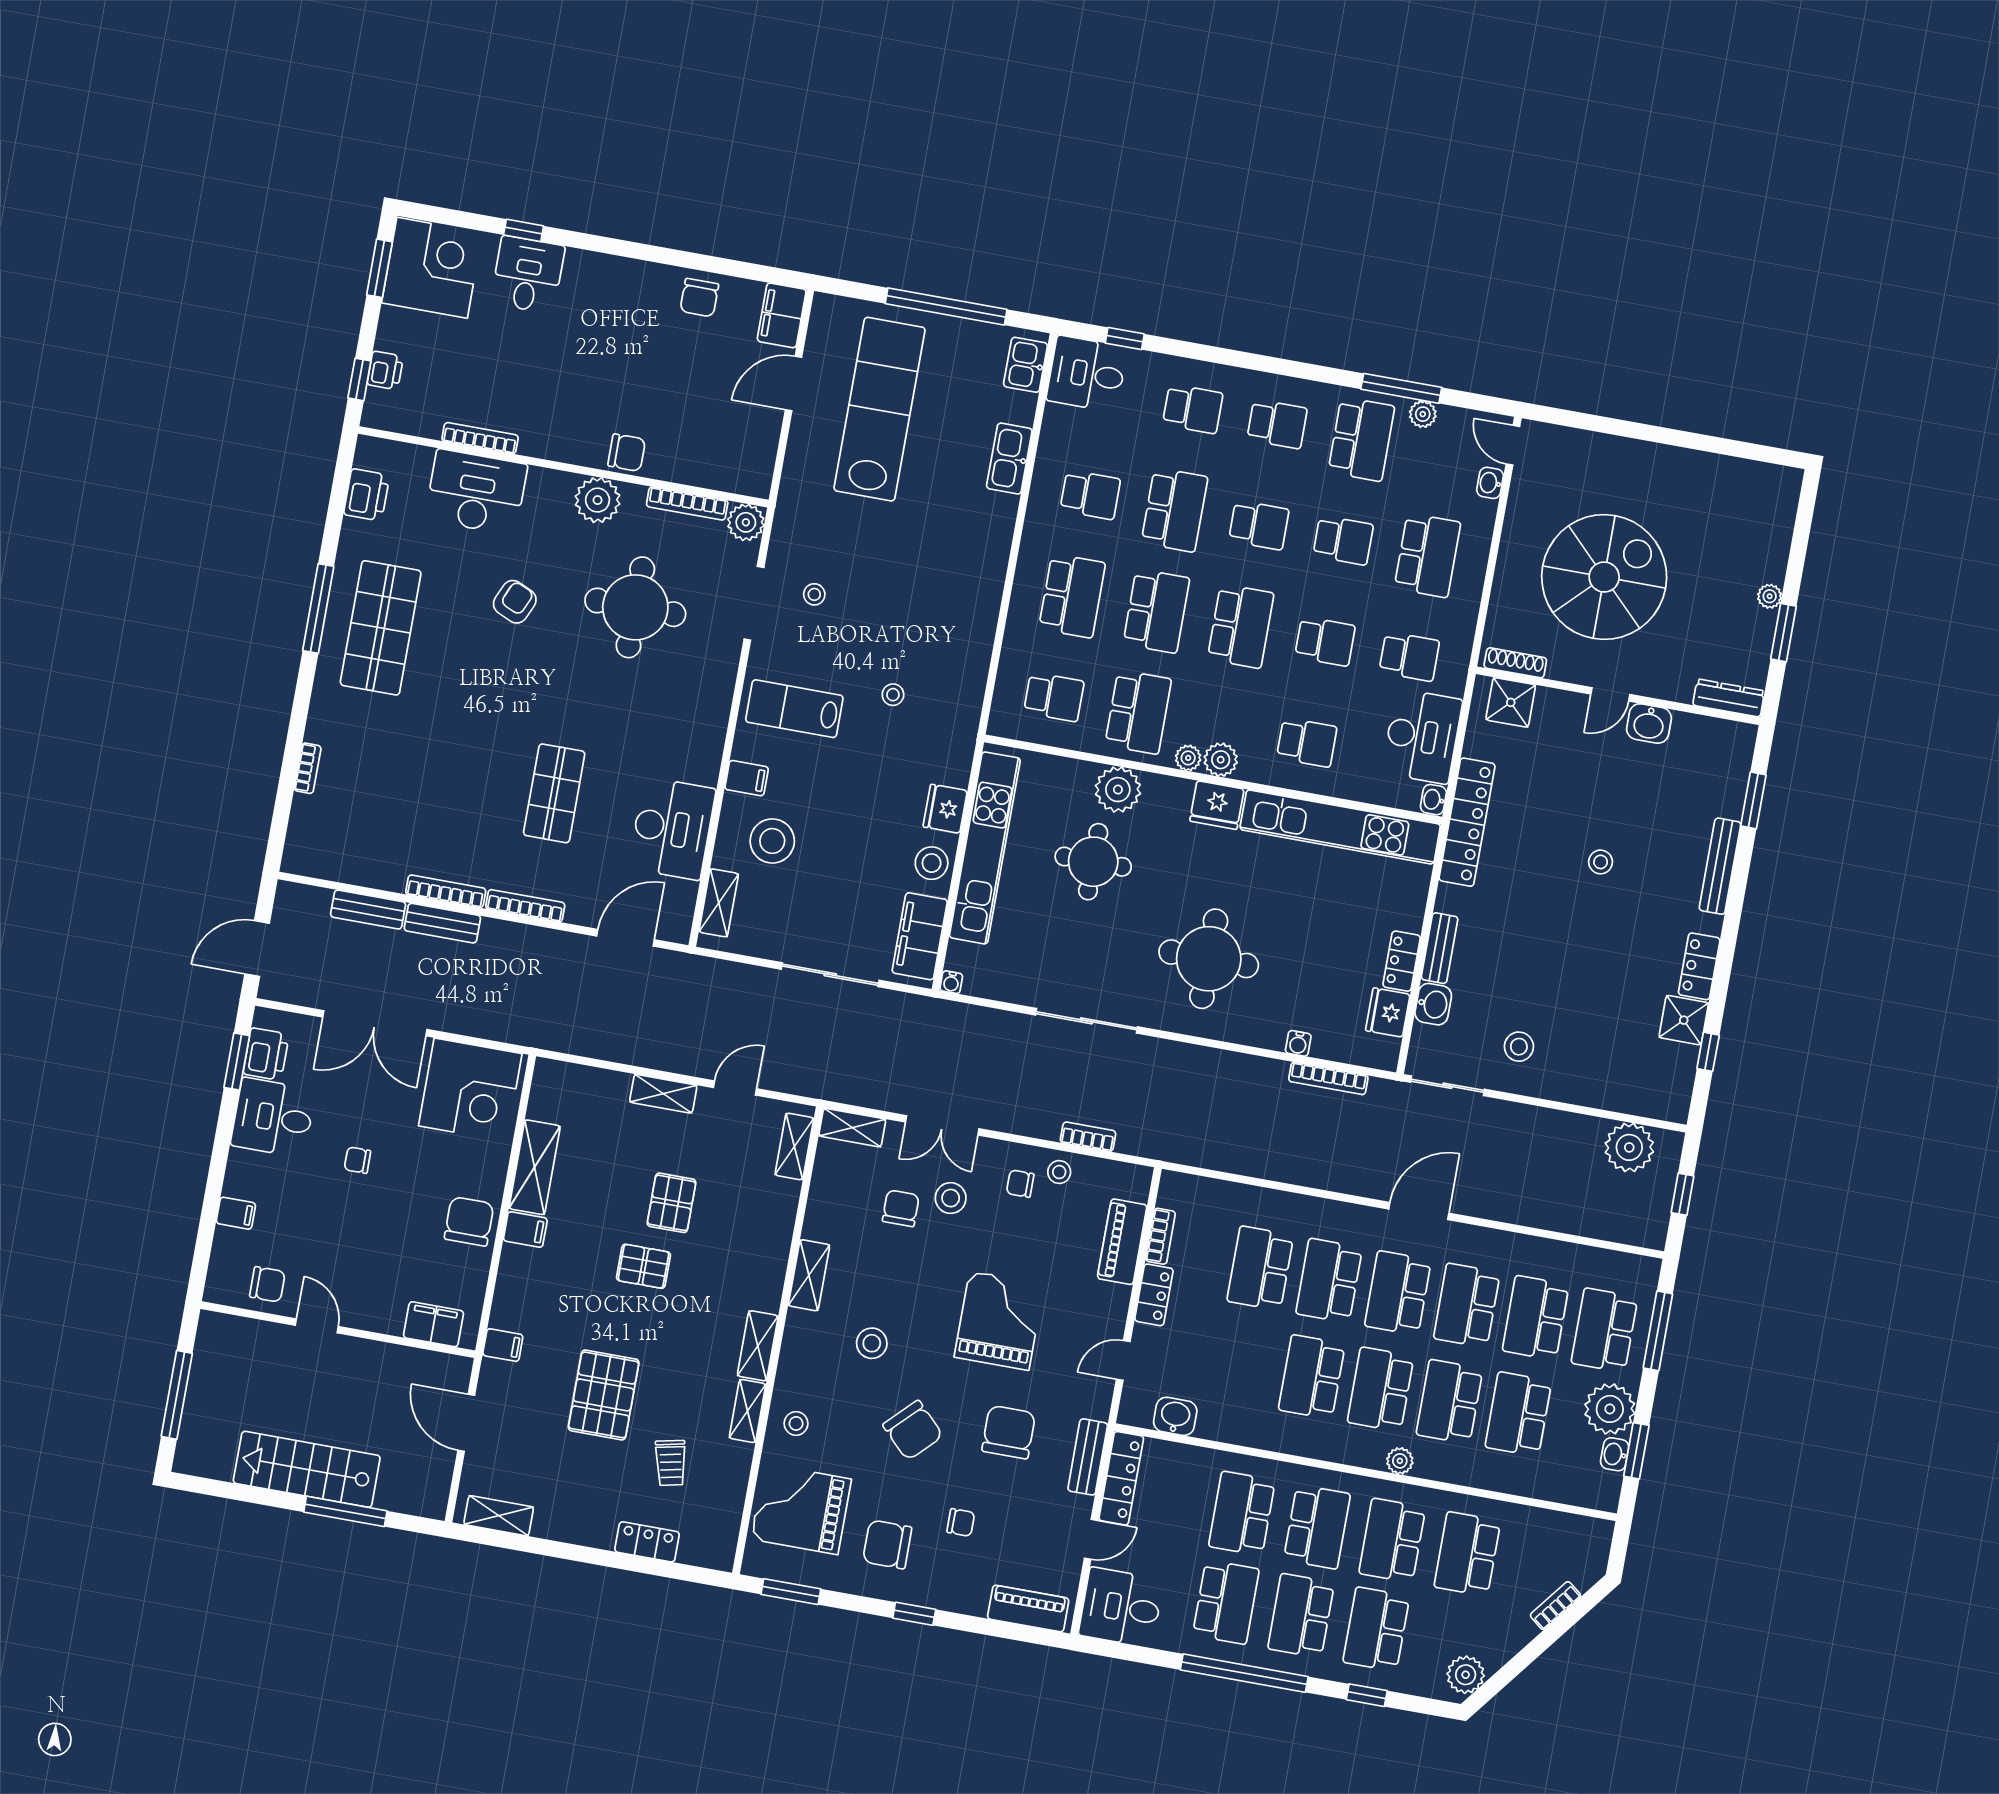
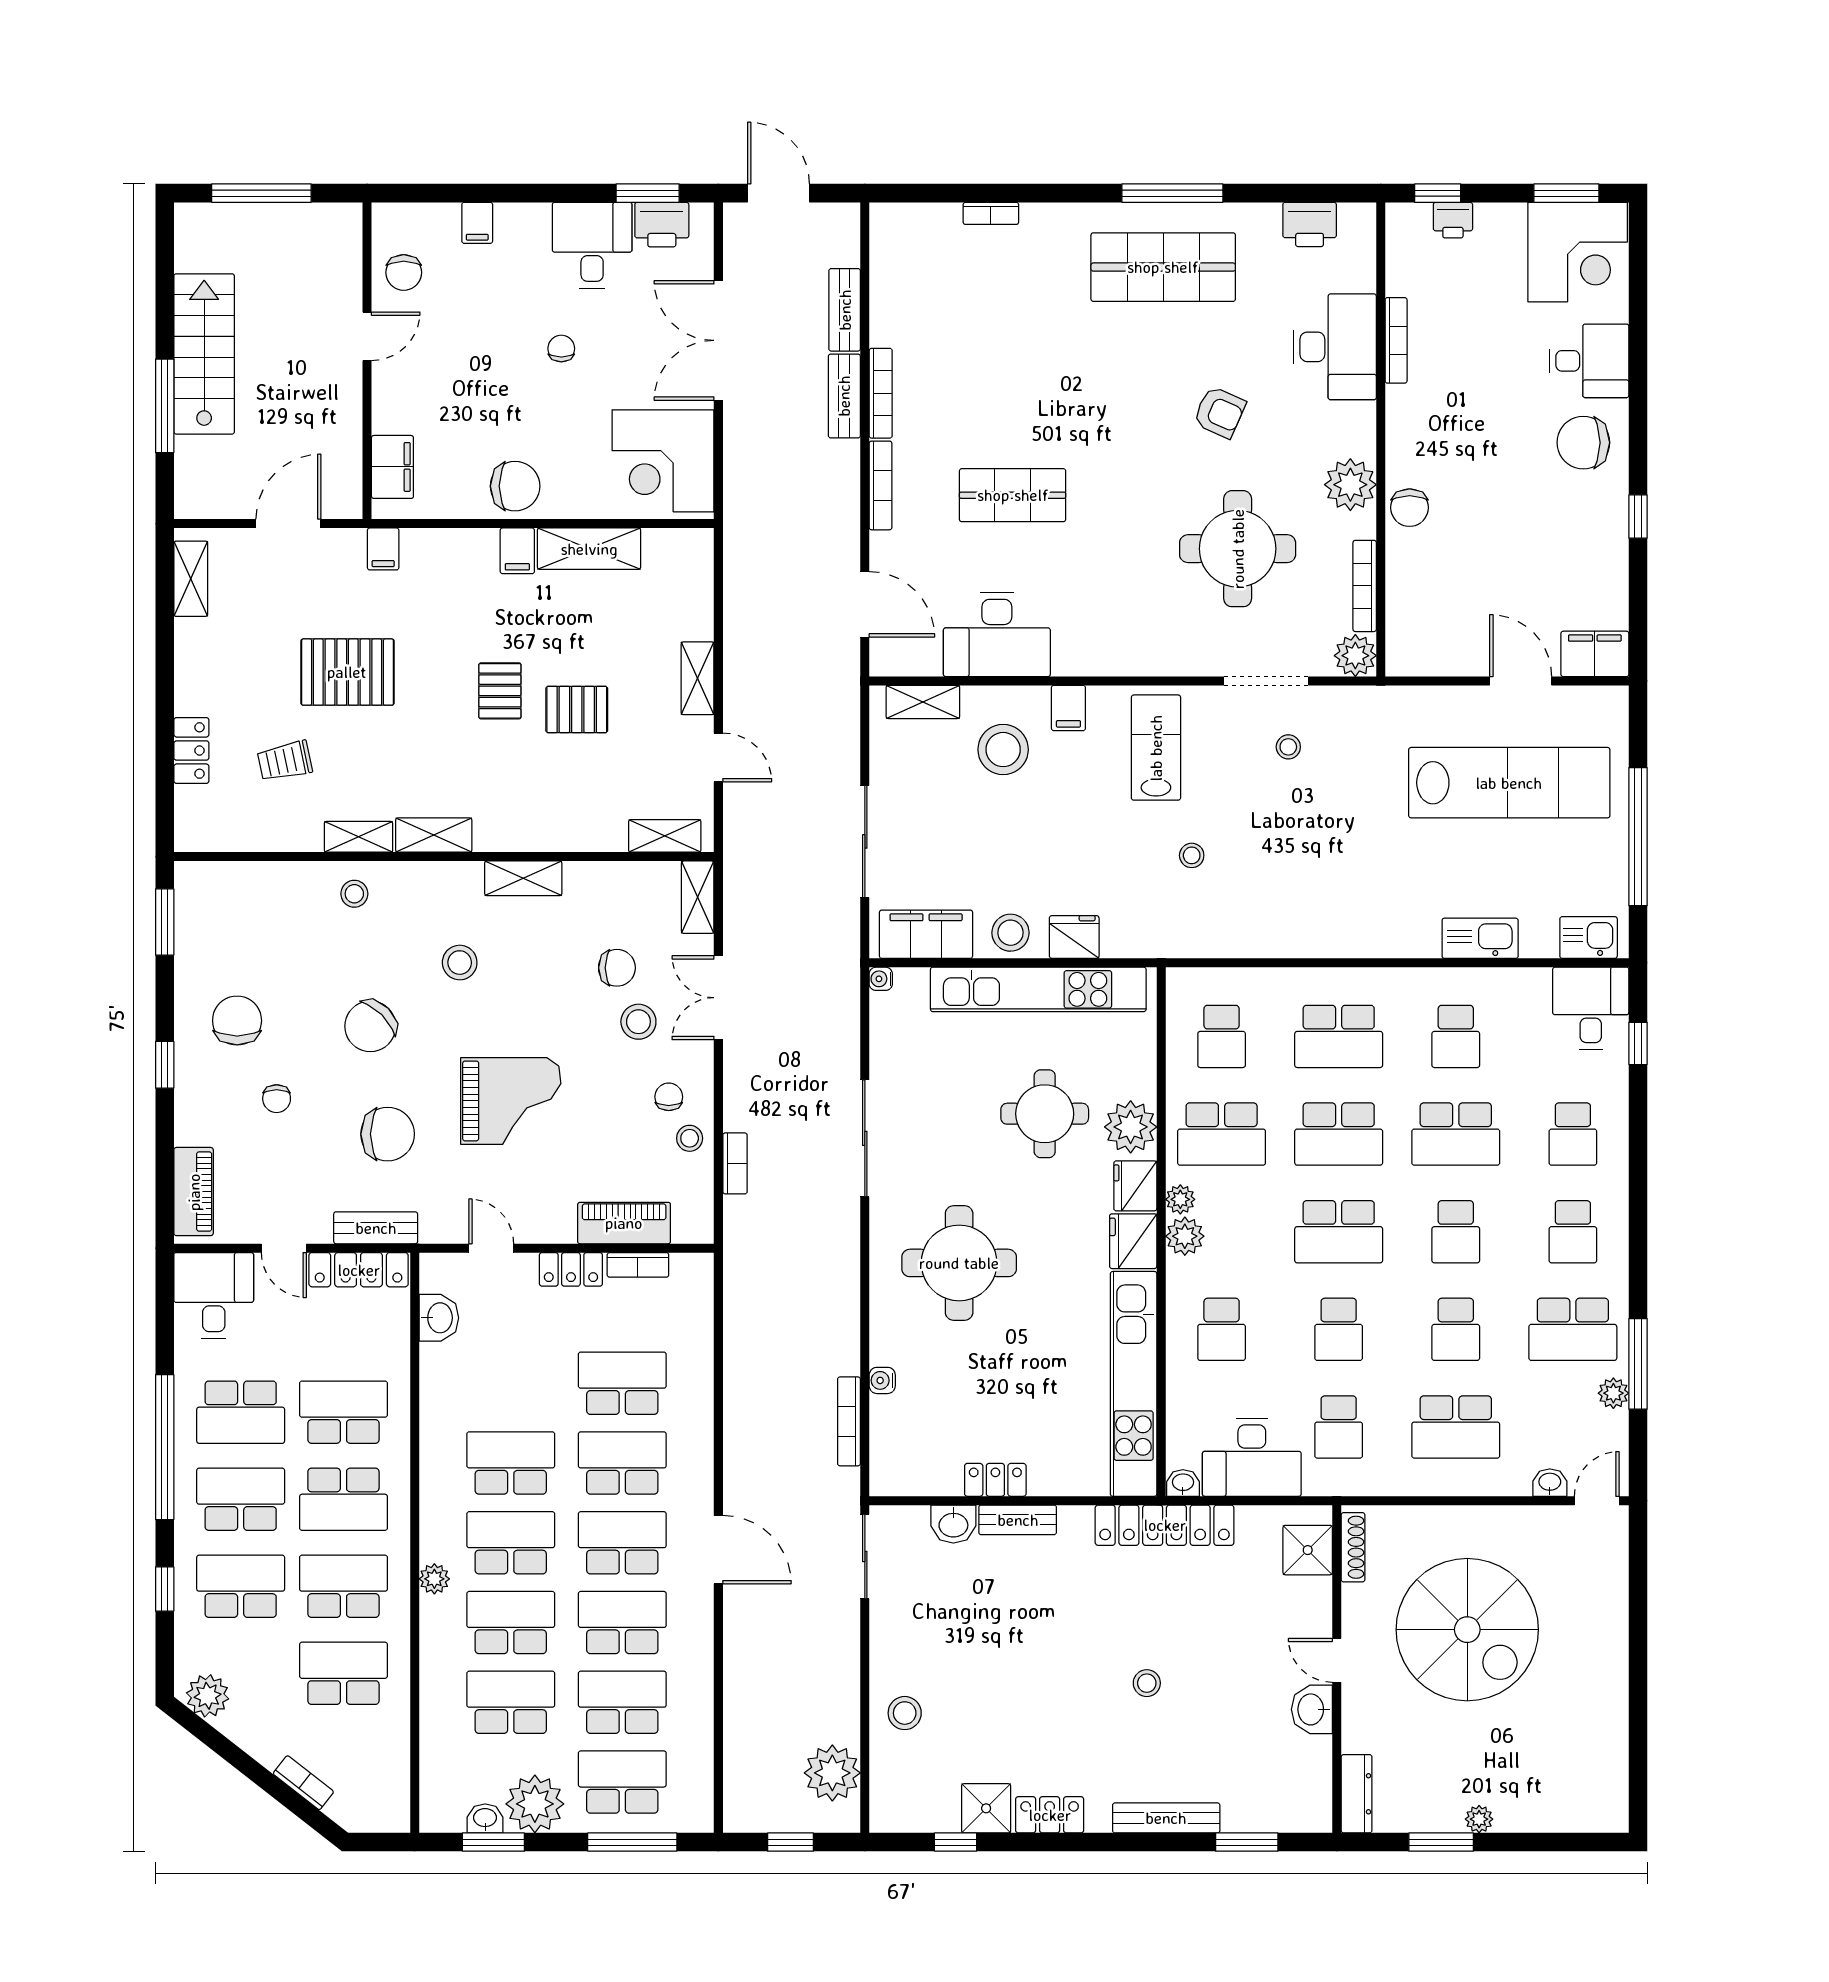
window: (524, 230) -> (1638, 517), moved
chair: (699, 298) -> (1583, 443), moved, width x1.37, depth x1.37
fridge: (1388, 1012) -> (1135, 1186), moved, turned -90
stool: (1519, 1047) -> (905, 1713), moved
grand piano: (801, 1509) -> (259, 917), removed

